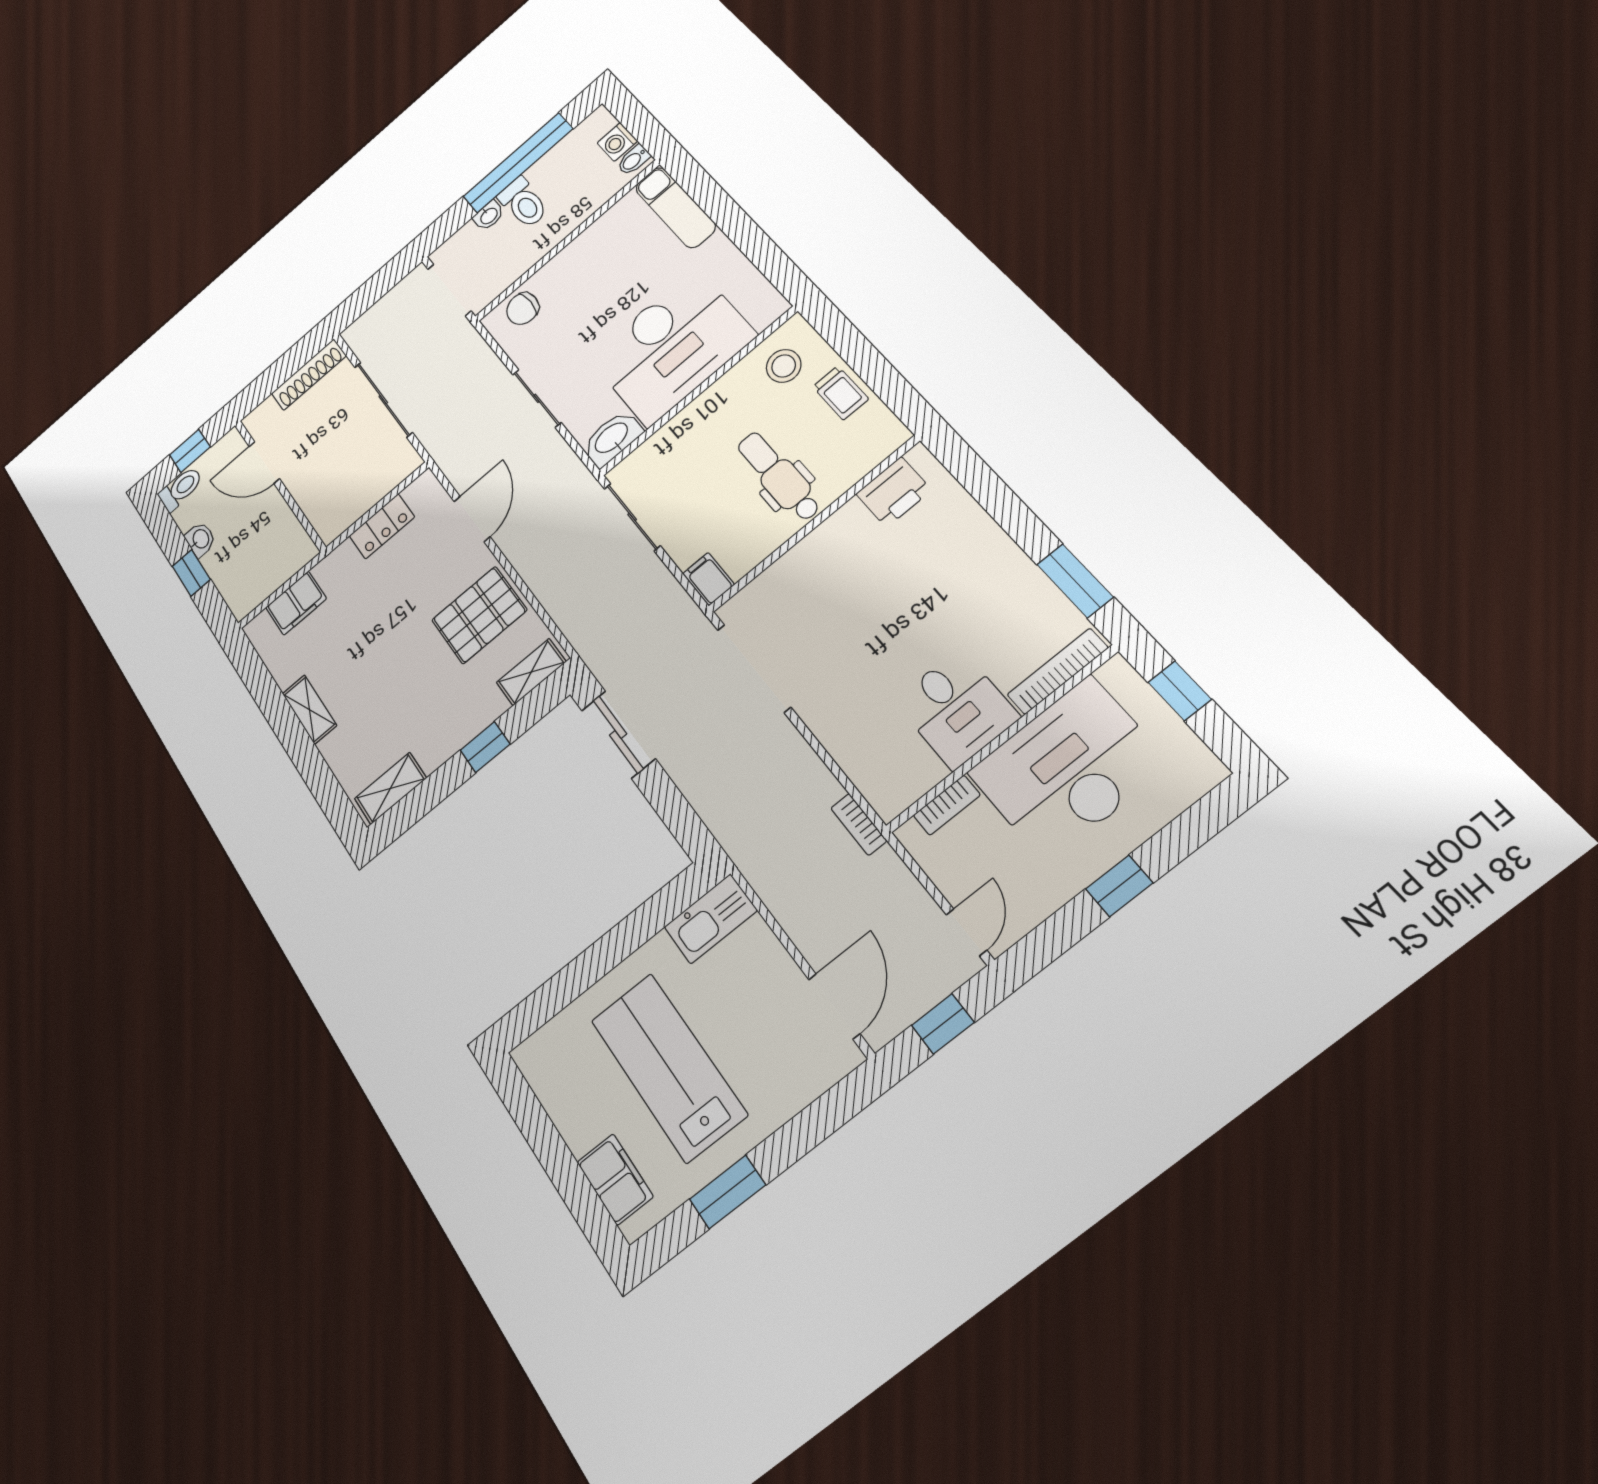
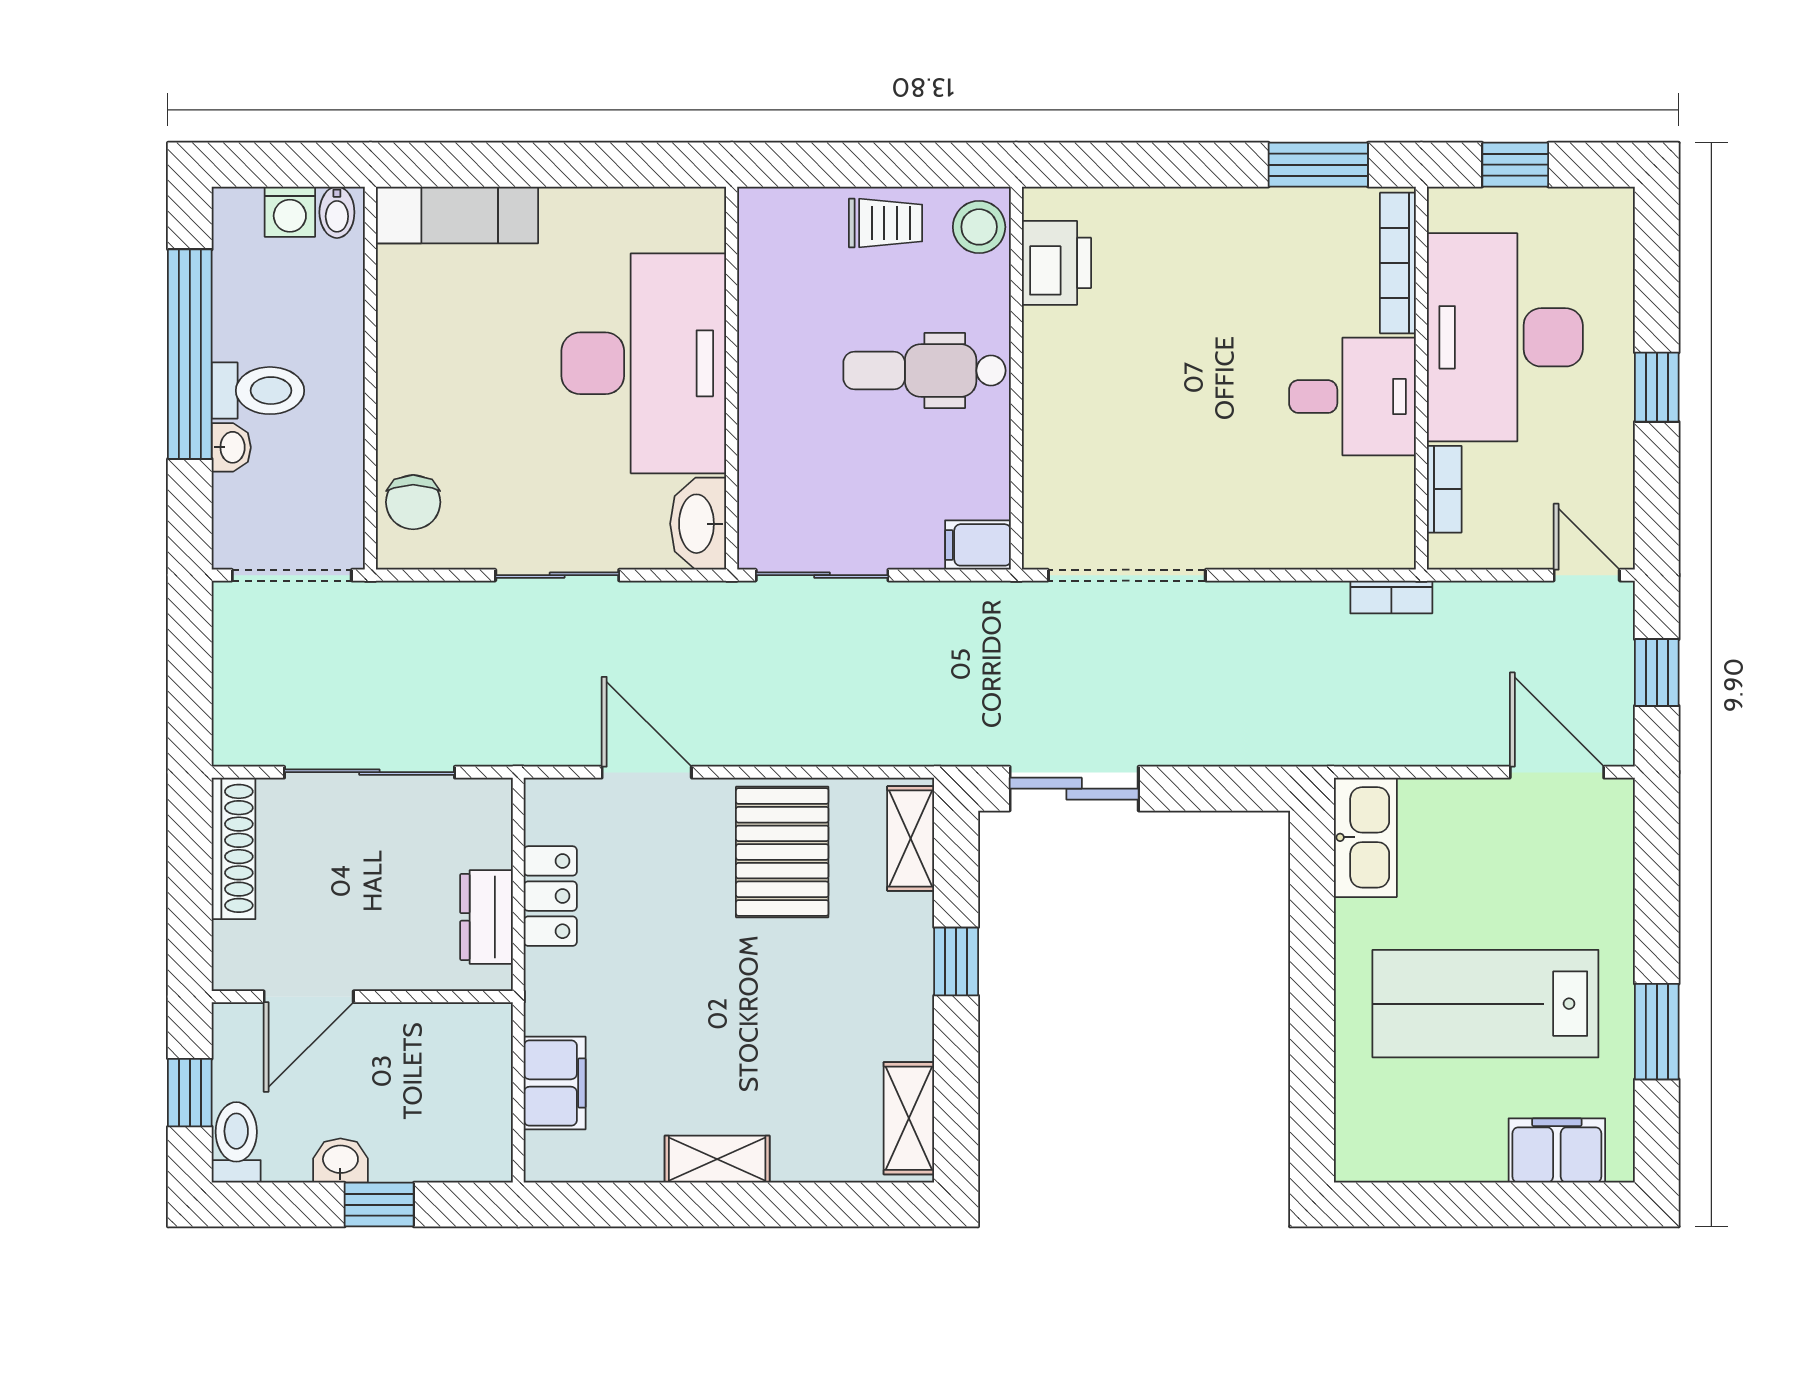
stool: (784, 366) -> (979, 227), moved
dresser: (352, 507) -> (486, 917), added

